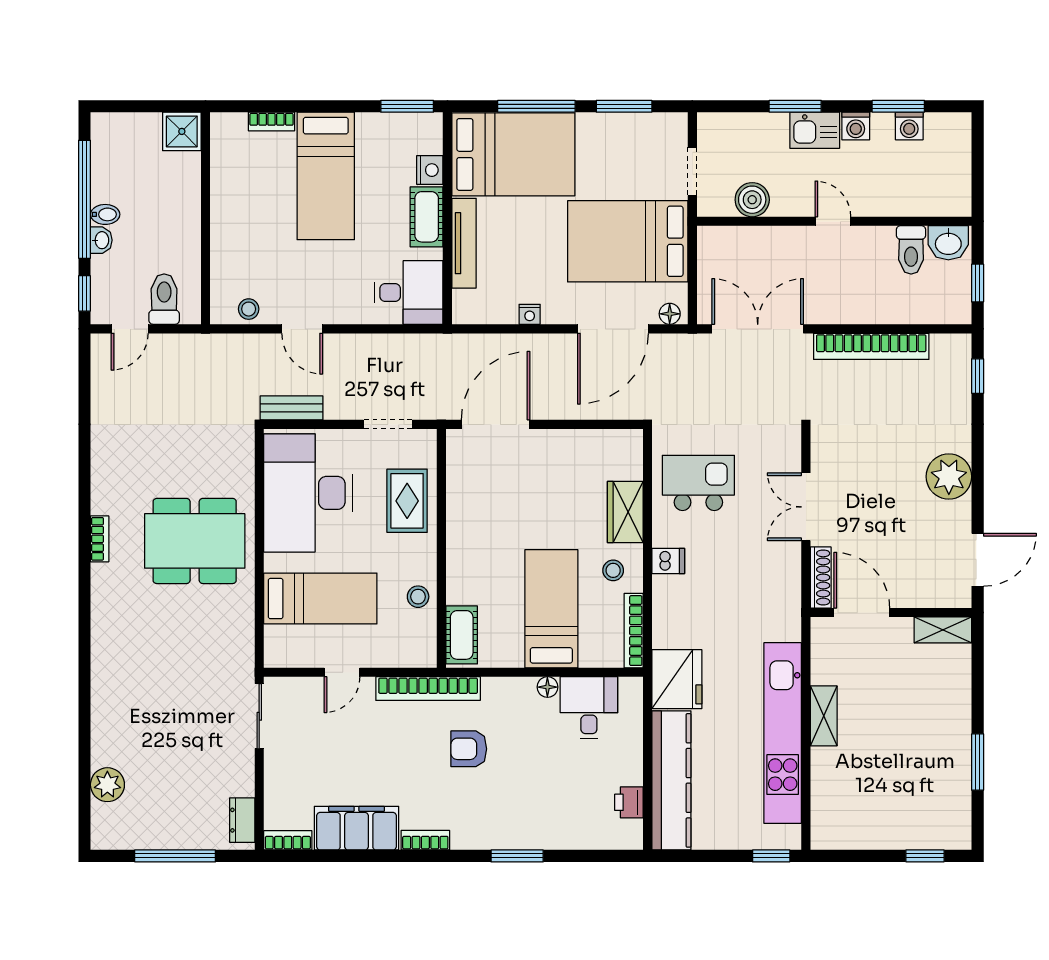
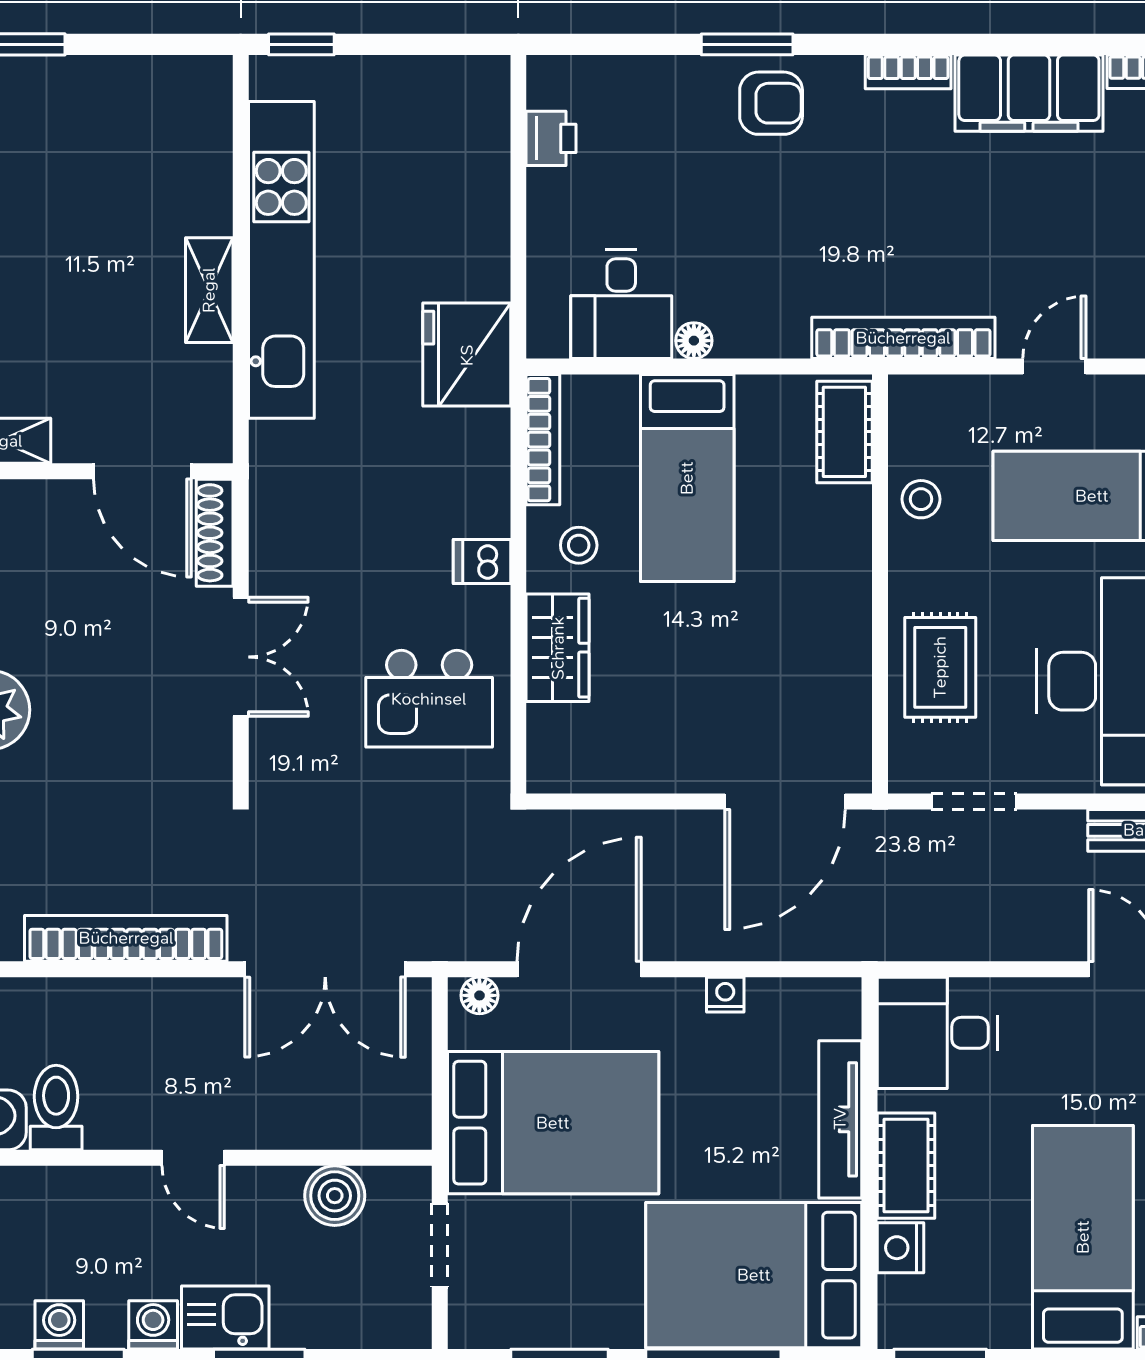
armchair: (469, 749) -> (771, 103), moved
kitchen counter: (671, 780) -> (476, 177), removed

